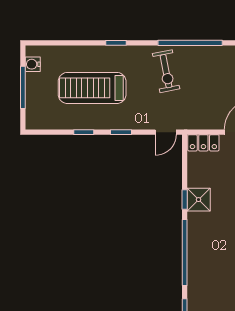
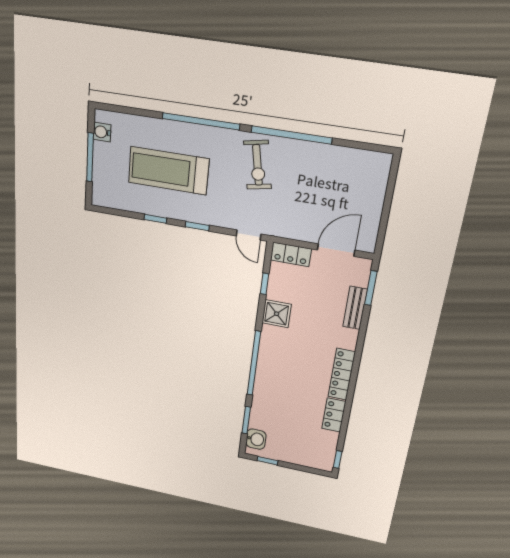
window: (116, 43) -> (201, 121), width x3.17
door: (166, 132) -> (249, 235), hinge flipped
window: (185, 199) -> (264, 284), moved

